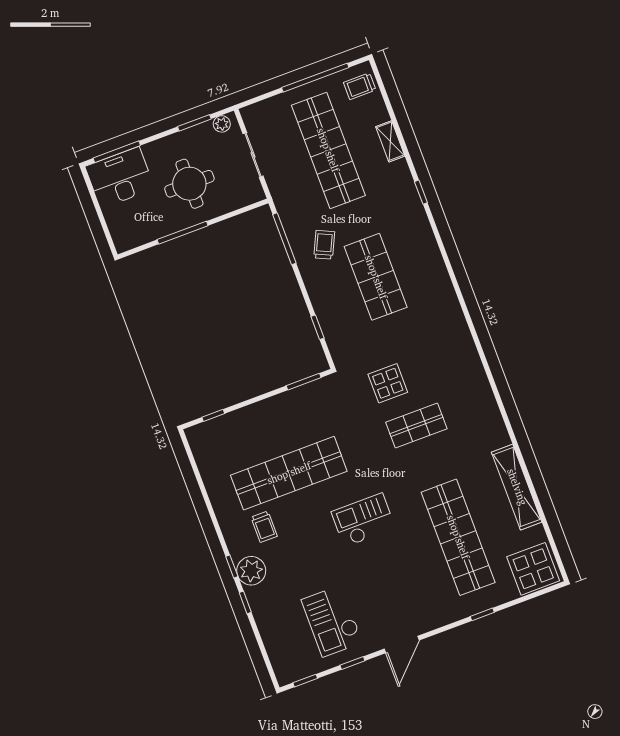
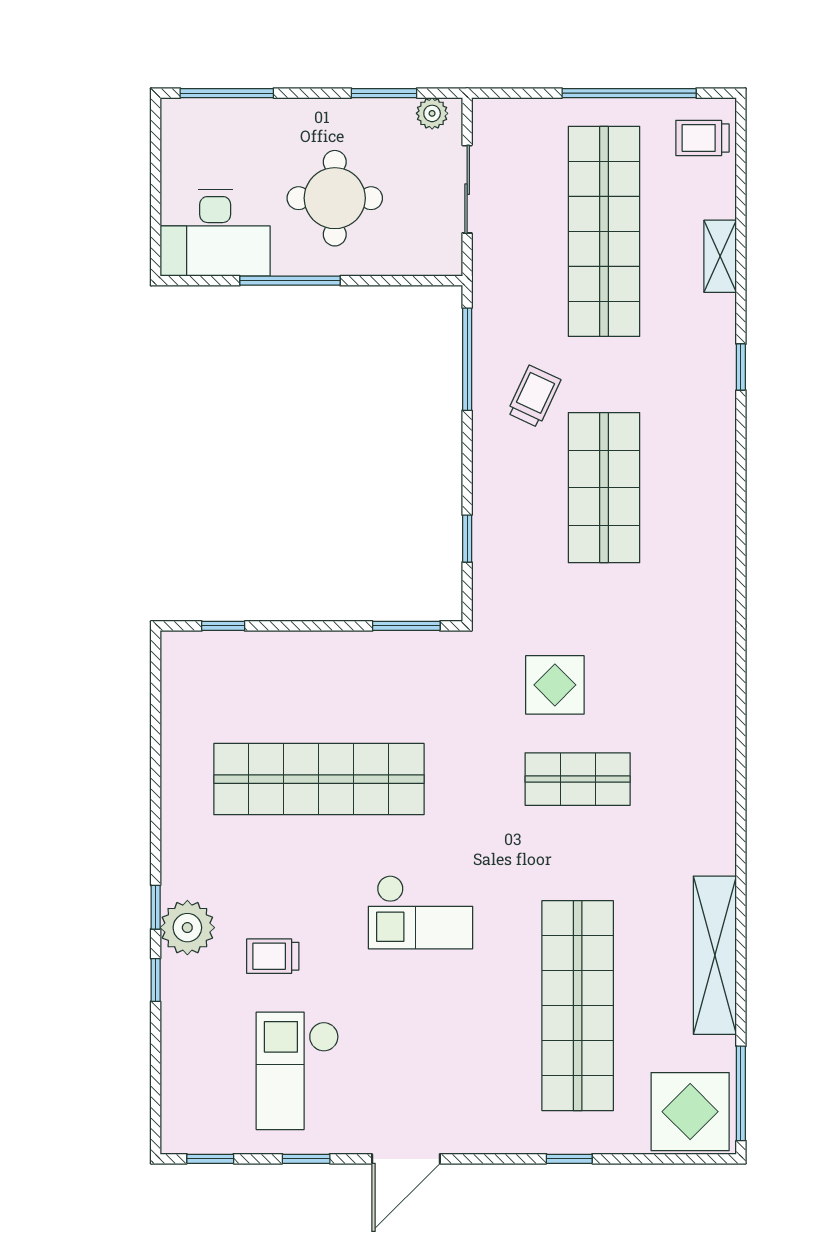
desk: (120, 178) -> (215, 233), moved, turned 180
checkout: (363, 520) -> (420, 912), turned 180
trolley: (264, 527) -> (273, 956), moved, turned 90
window: (555, 550) -> (741, 1093), added

